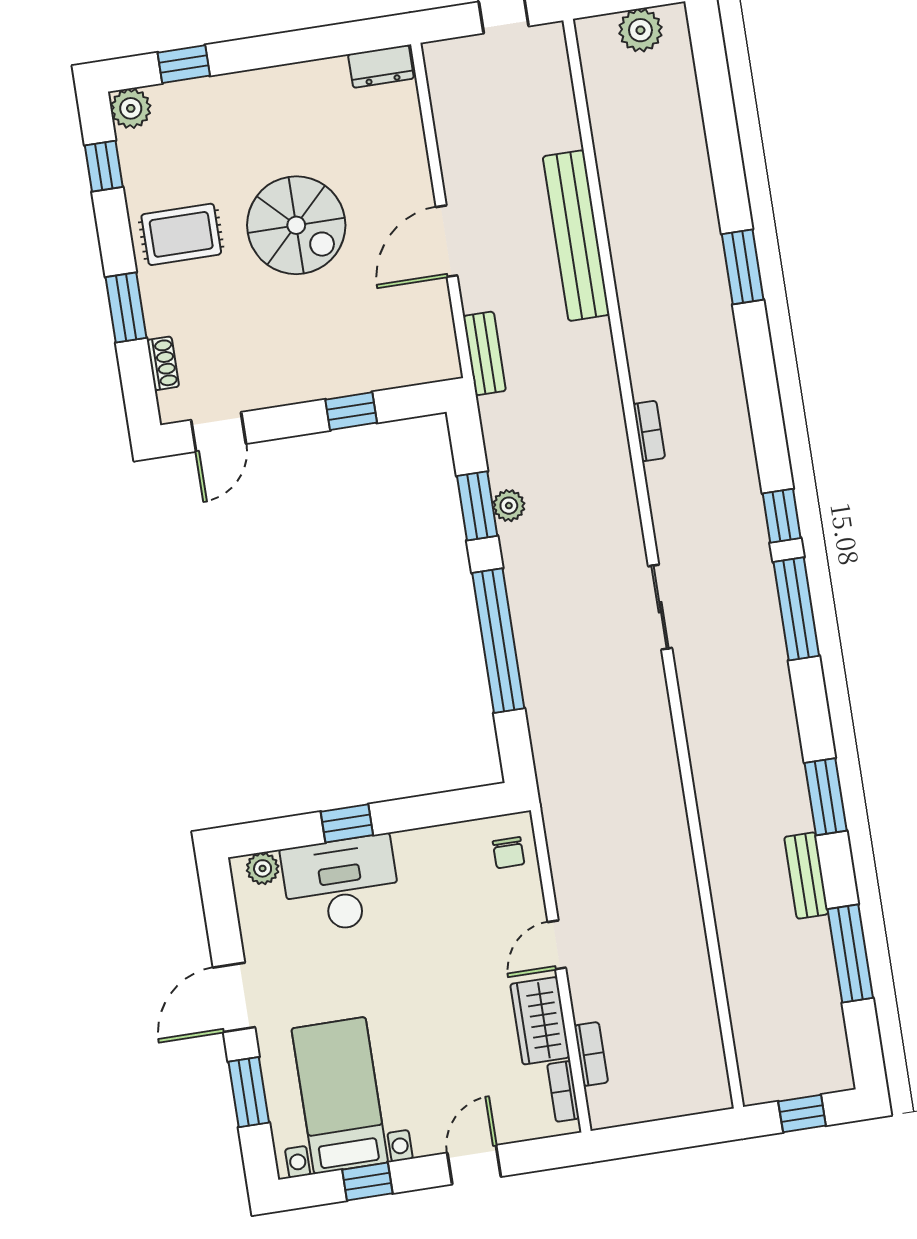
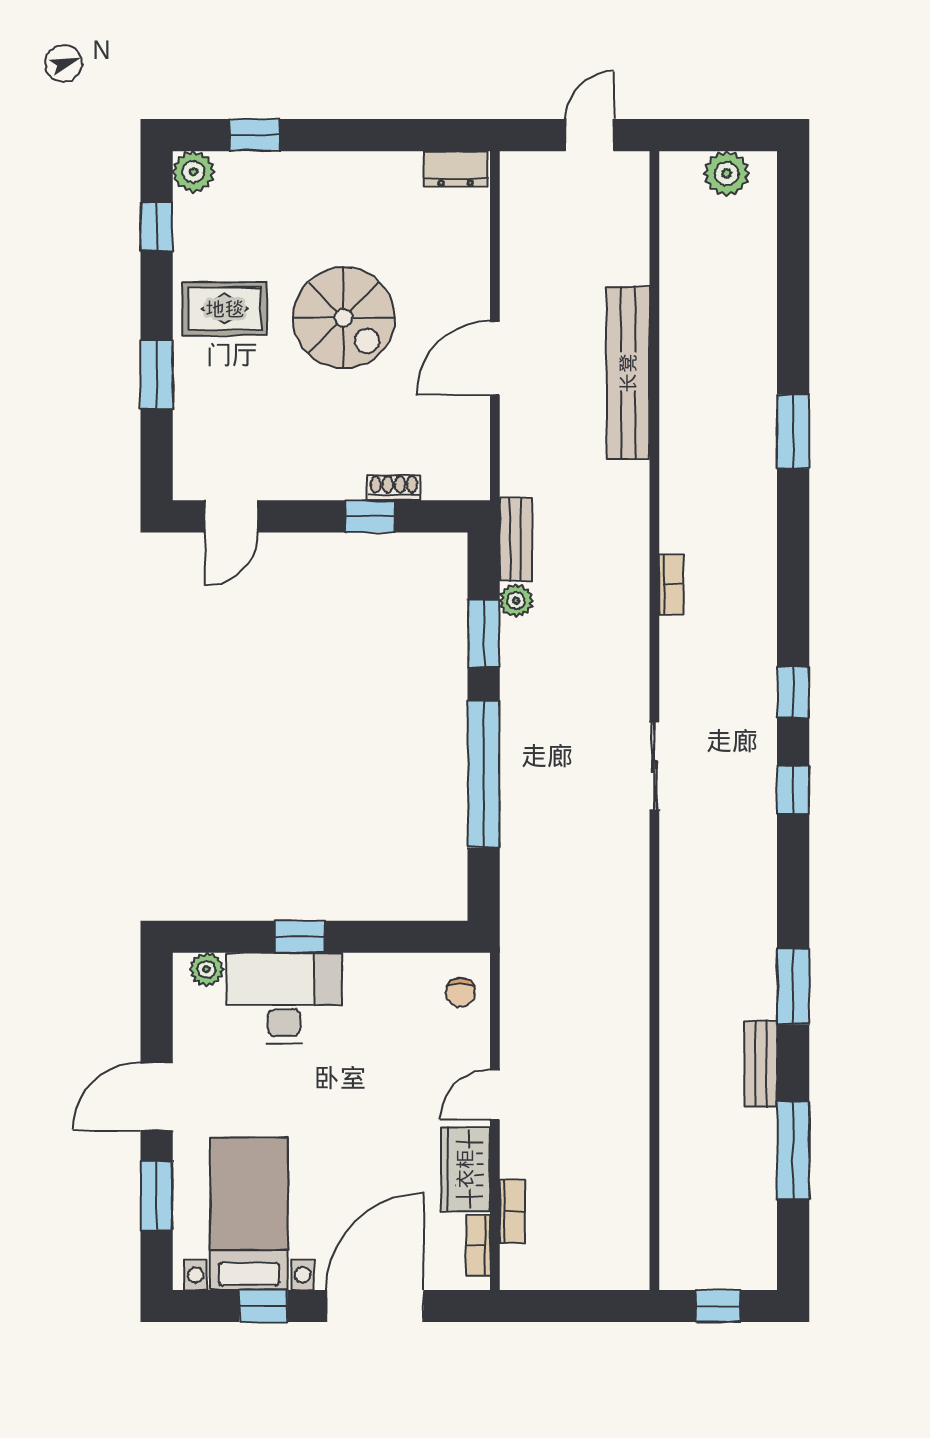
bench: (485, 353) -> (516, 539), moved
shoe rack: (163, 363) -> (394, 488), moved, turned -90
plant: (509, 506) -> (516, 601), moved
window: (796, 609) -> (793, 790), width x0.46
door: (474, 1165) -> (375, 1306), width x1.88

